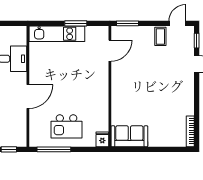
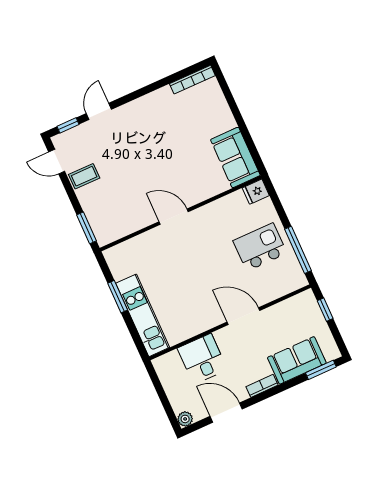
door: (110, 51) -> (174, 217), moved
kitchen island: (67, 126) -> (260, 247), turned -90

